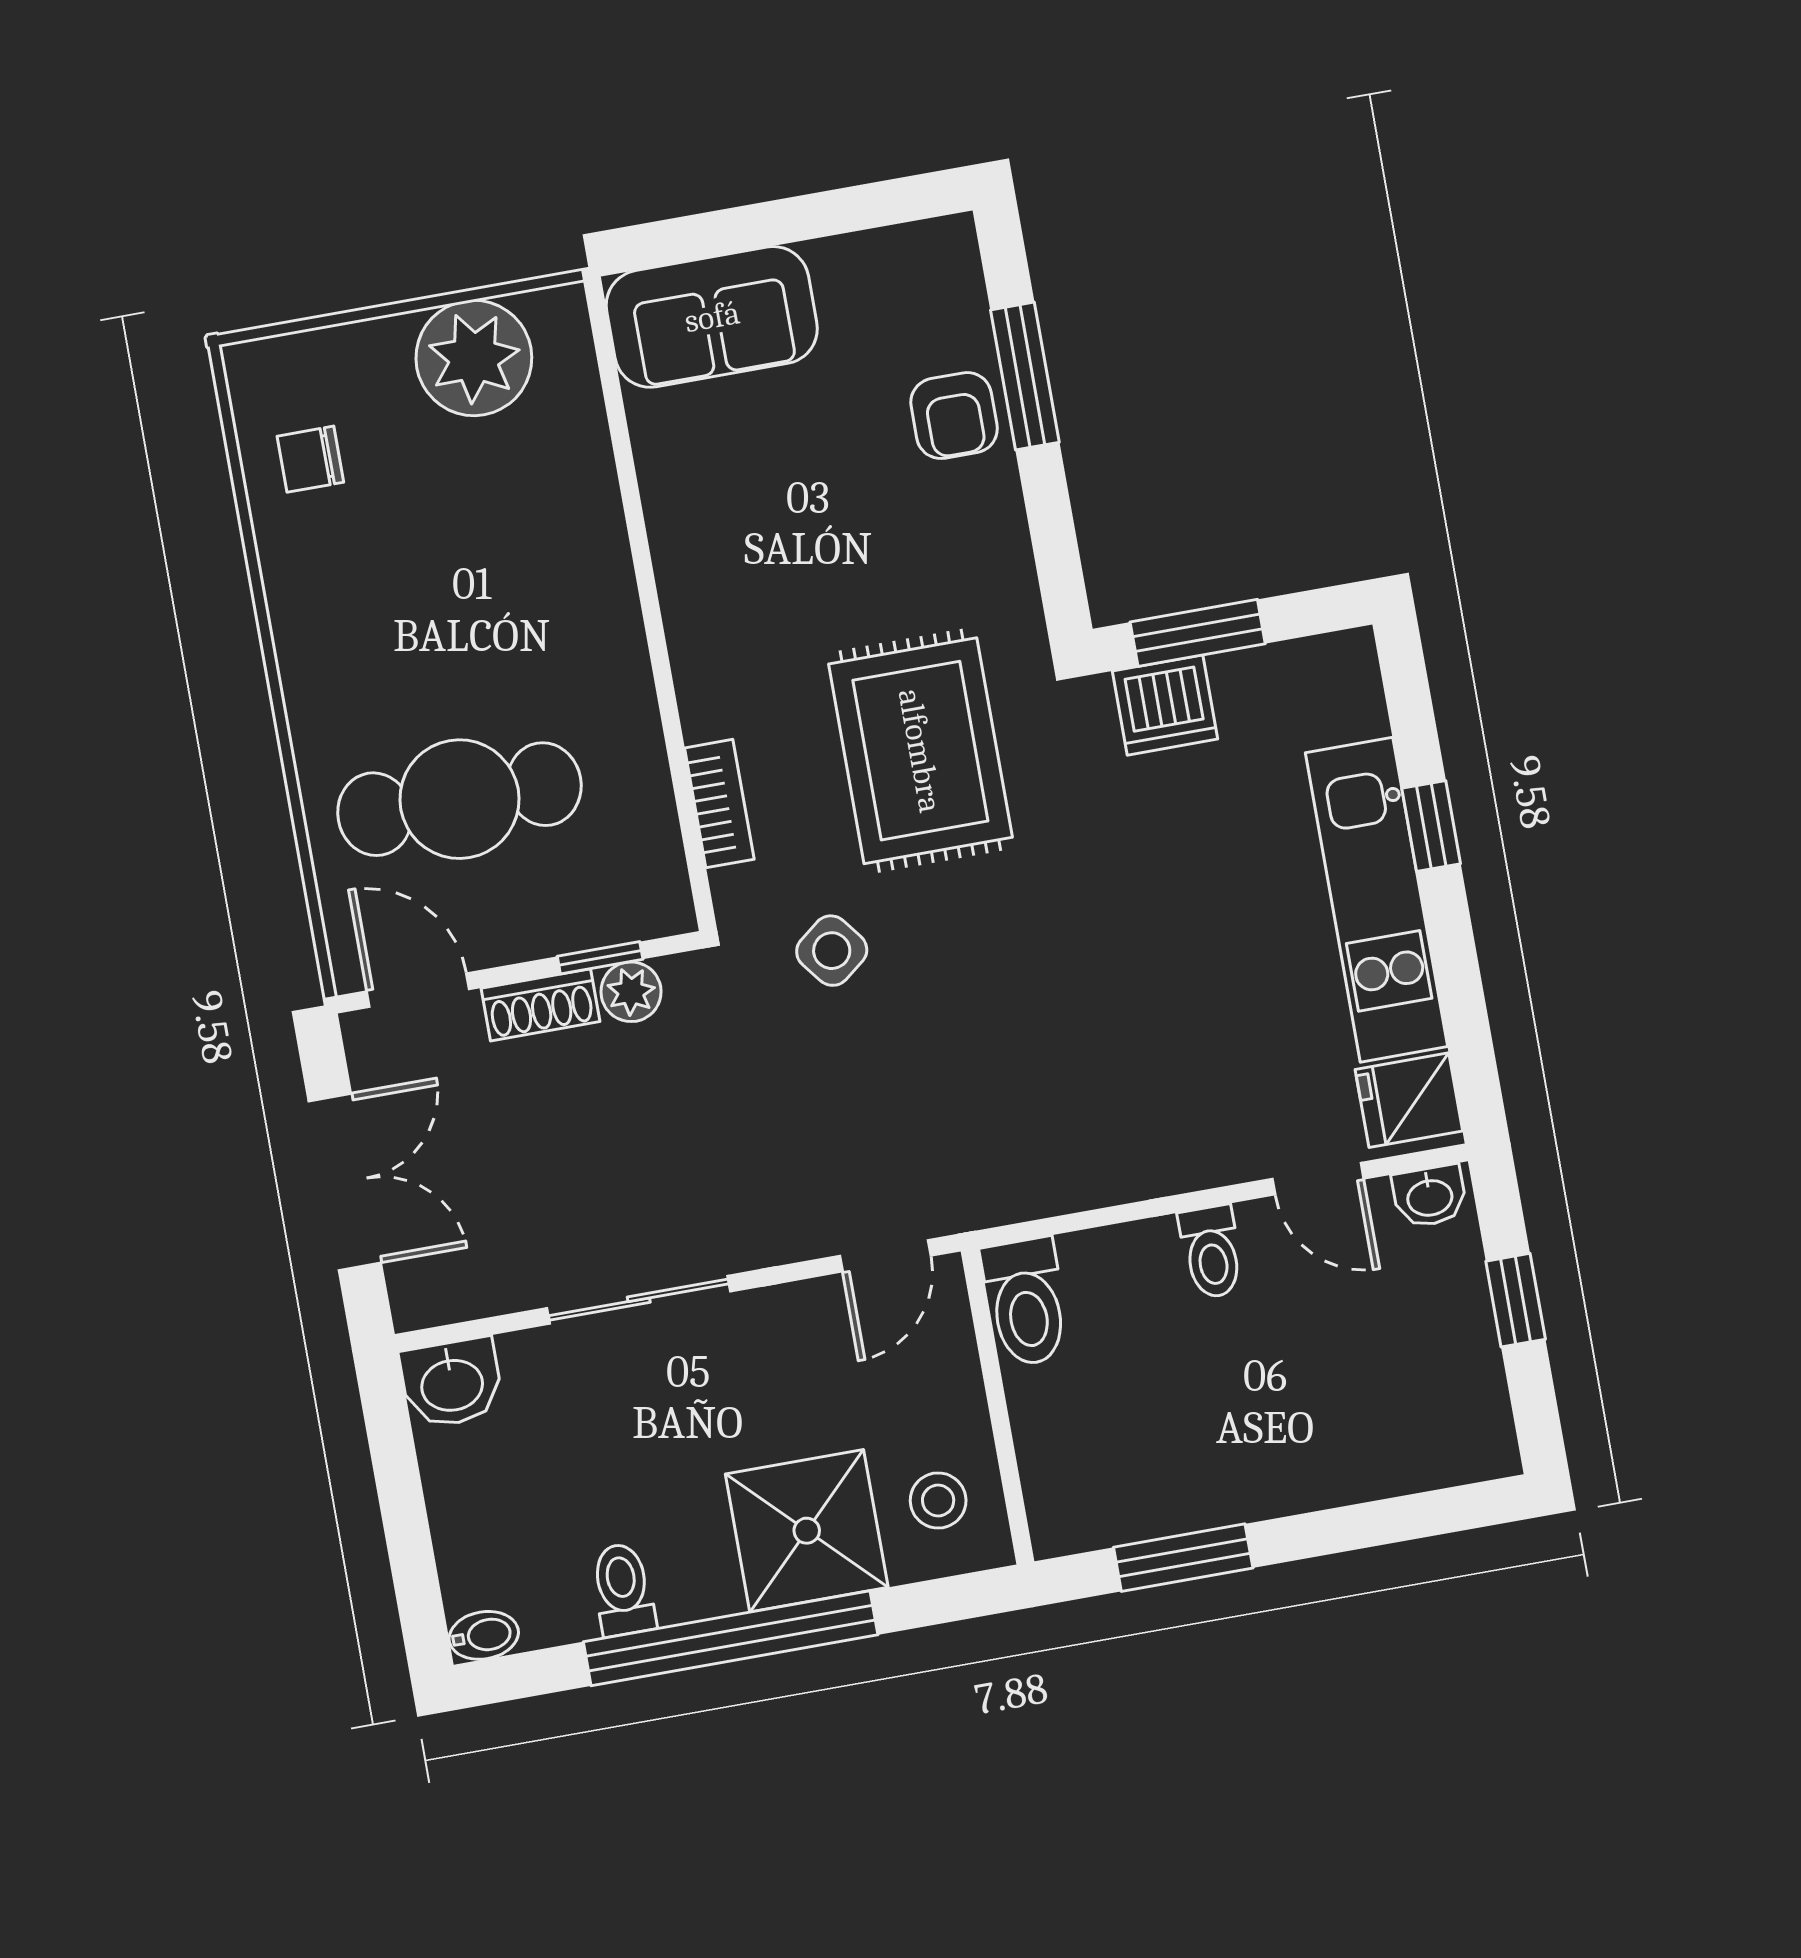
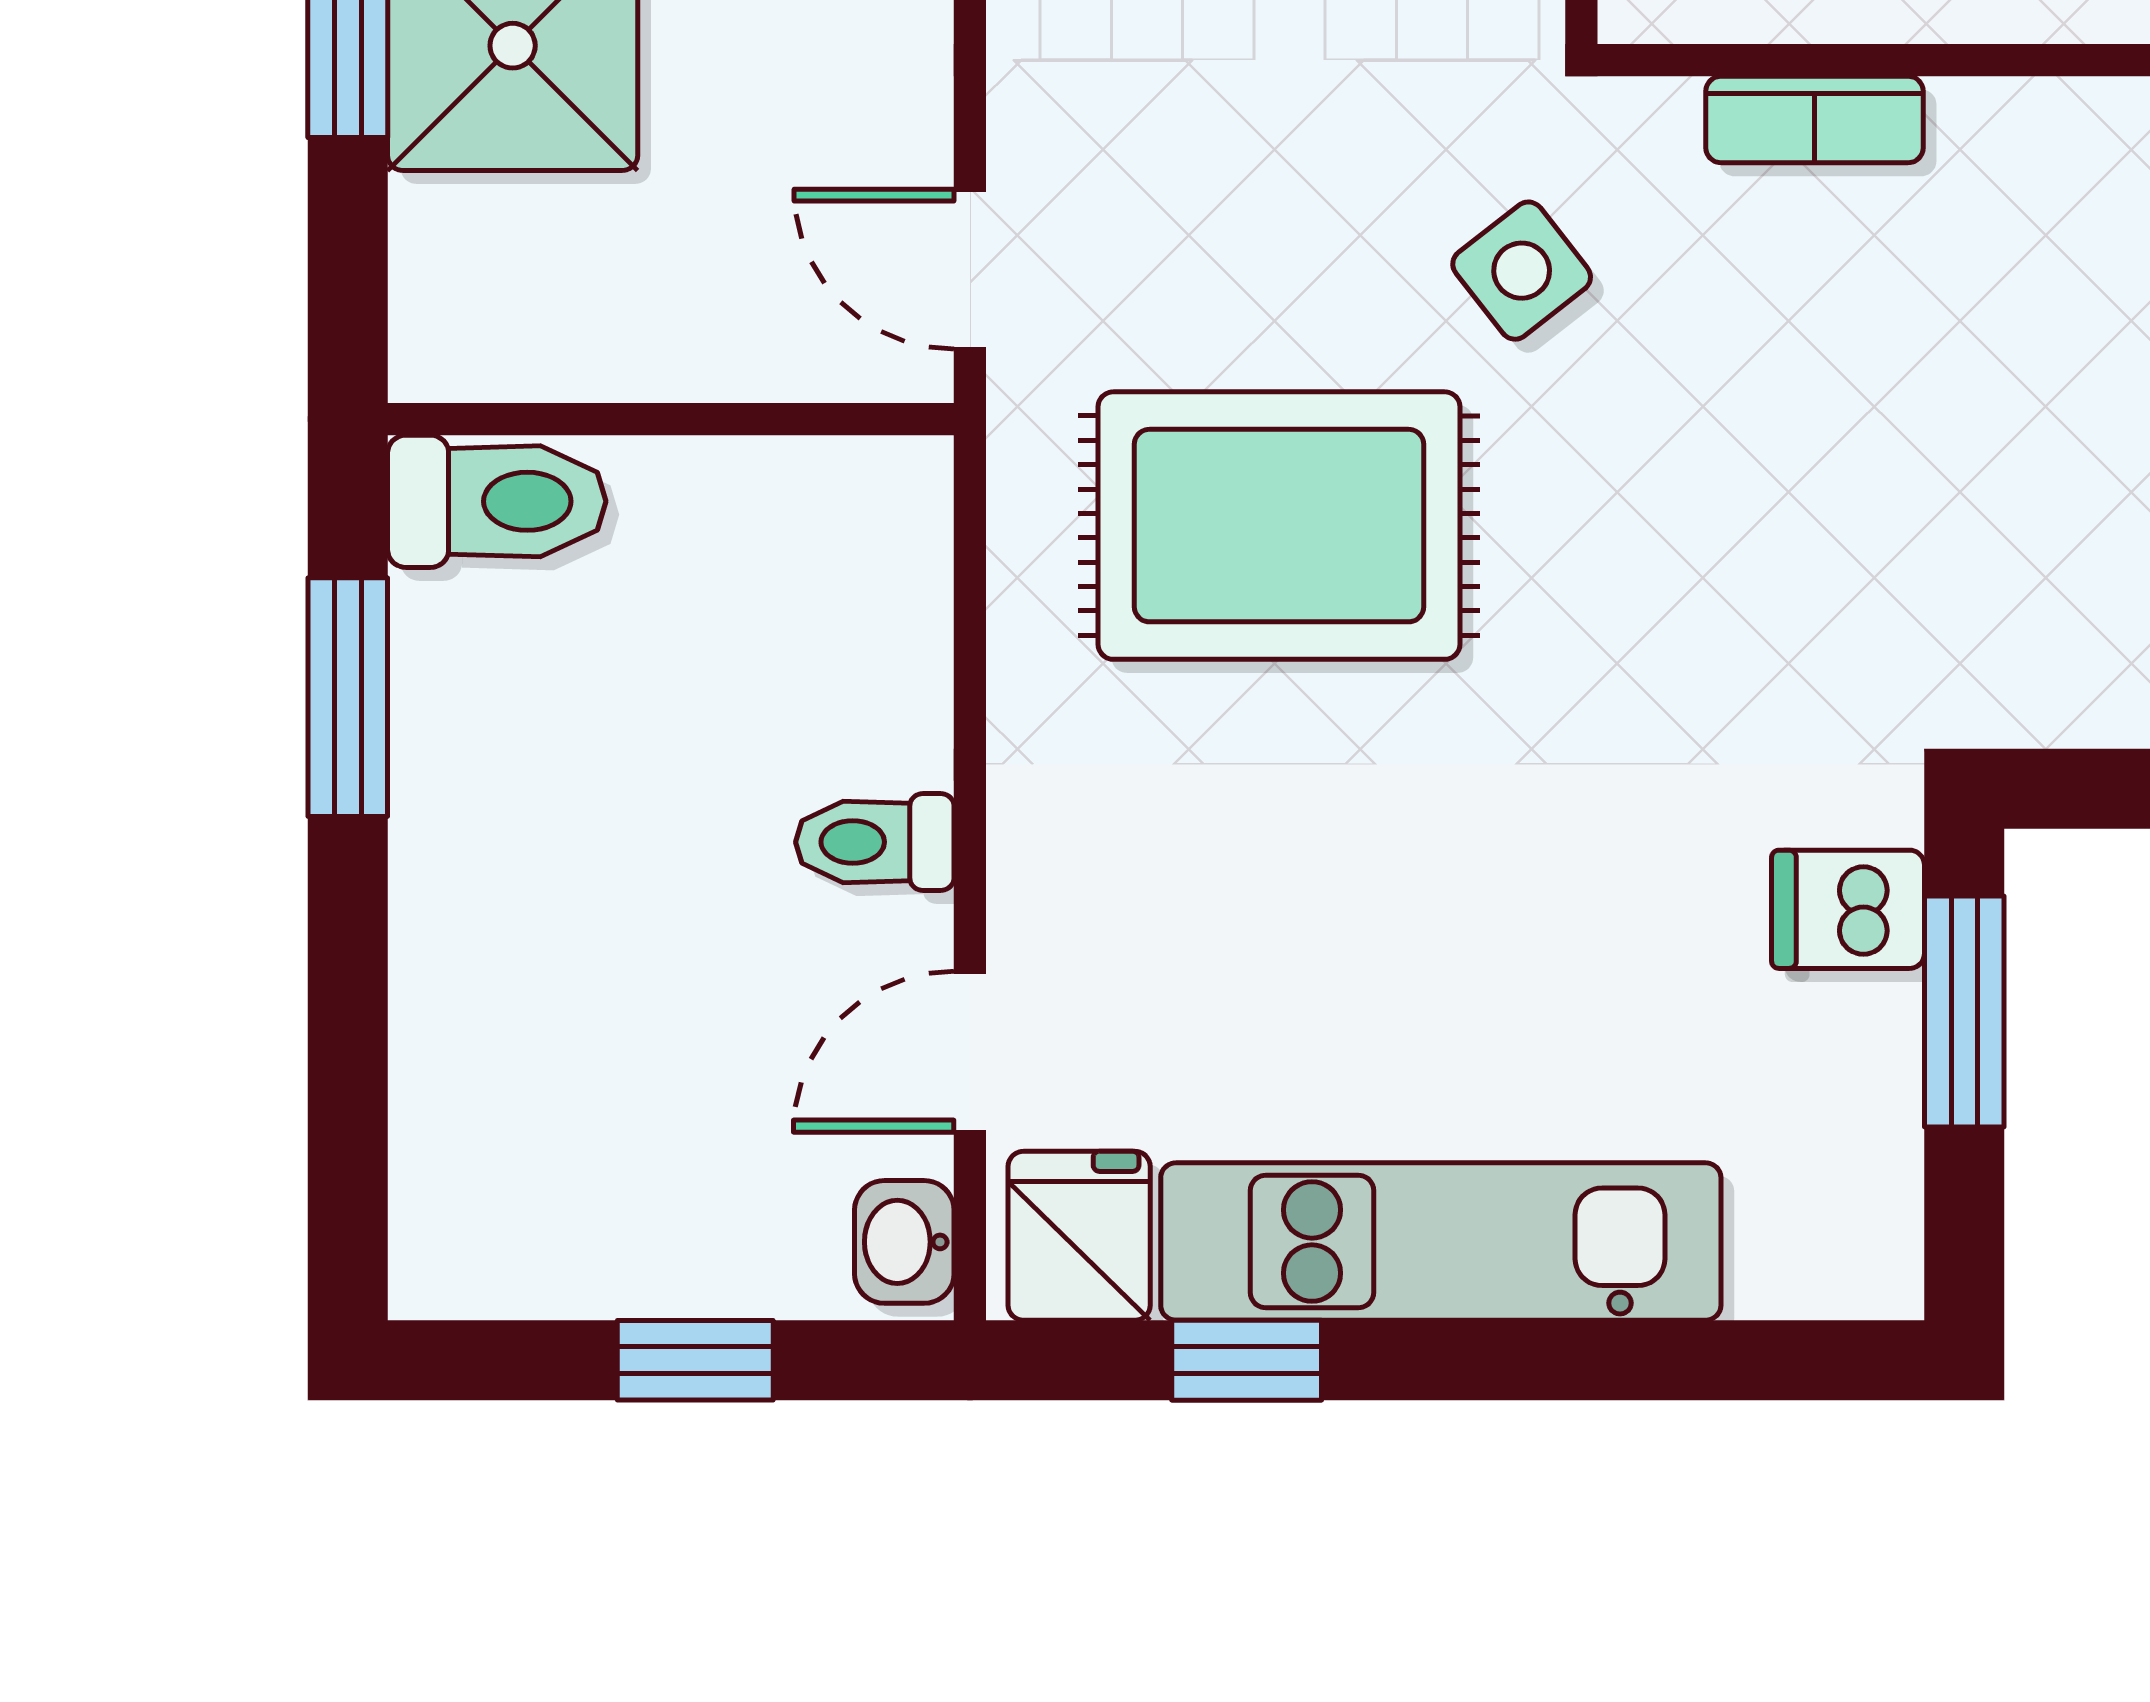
dishwasher: (1165, 705) -> (1848, 909), width x0.73
rug: (920, 751) -> (1279, 526), moved
window: (1431, 826) -> (1247, 1360), moved
toilet: (1026, 1302) -> (497, 501), moved, turned 180
stool: (938, 1501) -> (524, 285), removed

